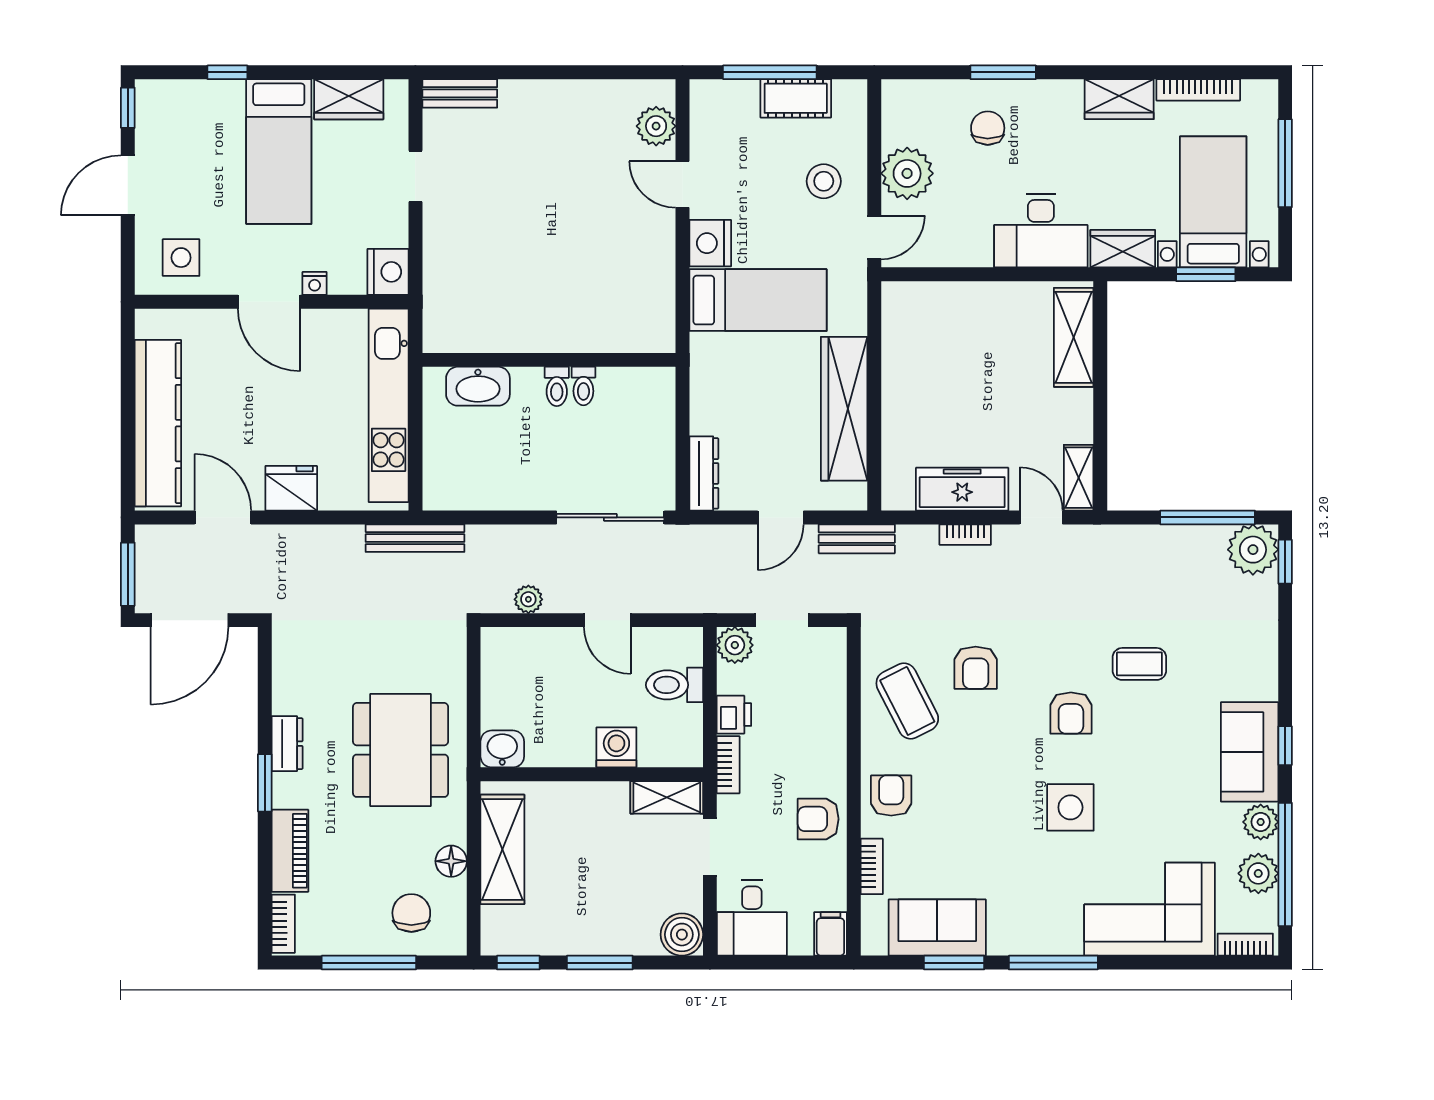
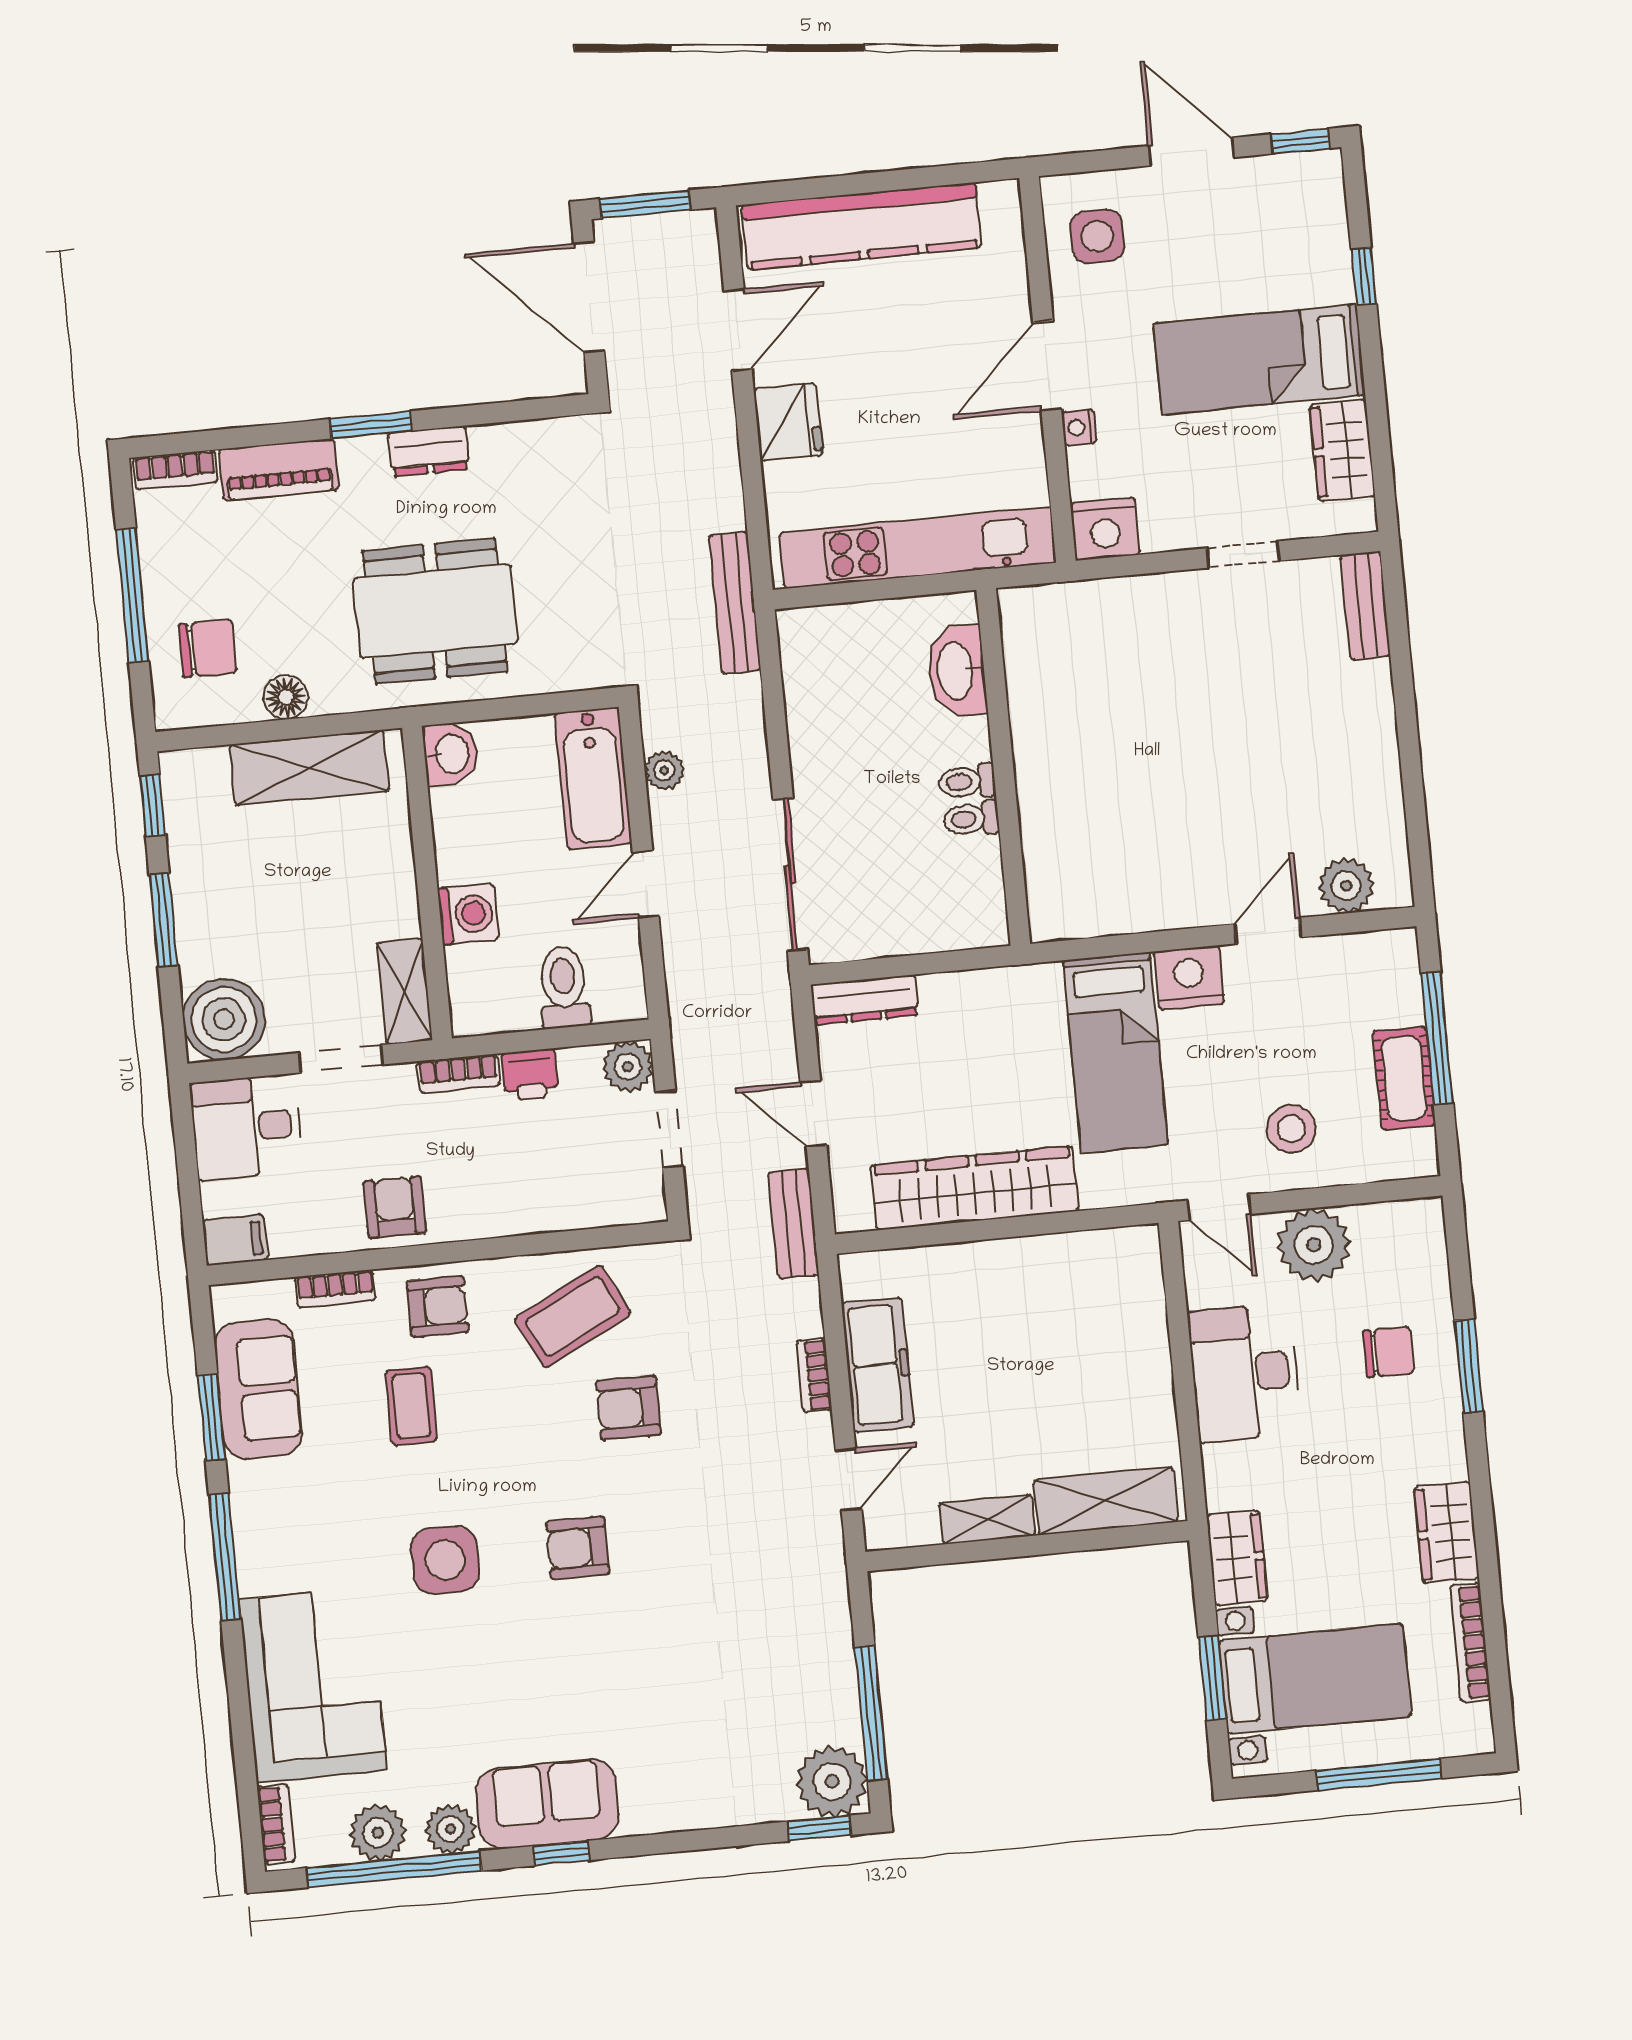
desk: (1041, 231) -> (1245, 1373), moved
shelving: (1079, 478) -> (987, 1519), moved
bathtub: (529, 650) -> (593, 778), added
coffee table: (1139, 664) -> (411, 1406), moved
boiler: (682, 935) -> (224, 1019), width x1.37, depth x1.37

